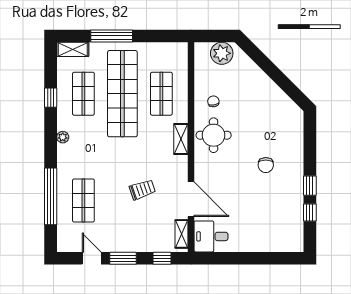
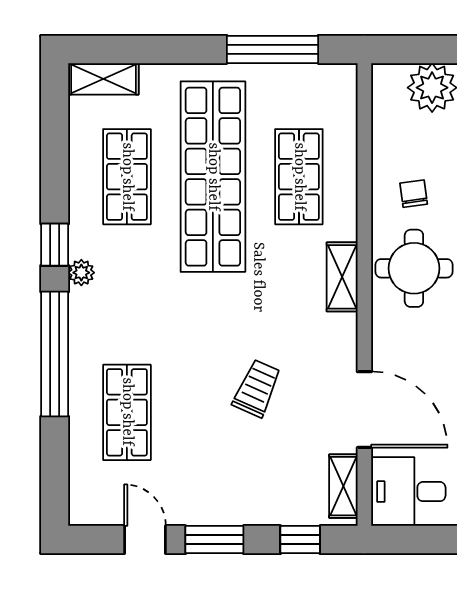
window: (112, 36) -> (273, 49), moved
window: (51, 98) -> (55, 245), moved
trolley: (142, 190) -> (257, 388), turned -47
window: (51, 196) -> (55, 354), moved

